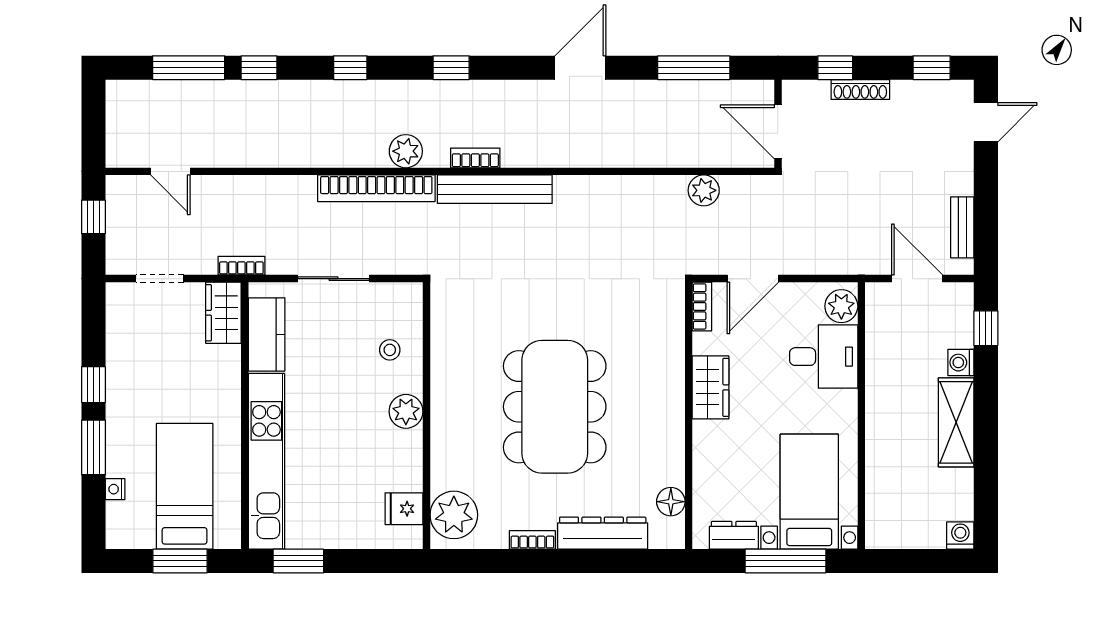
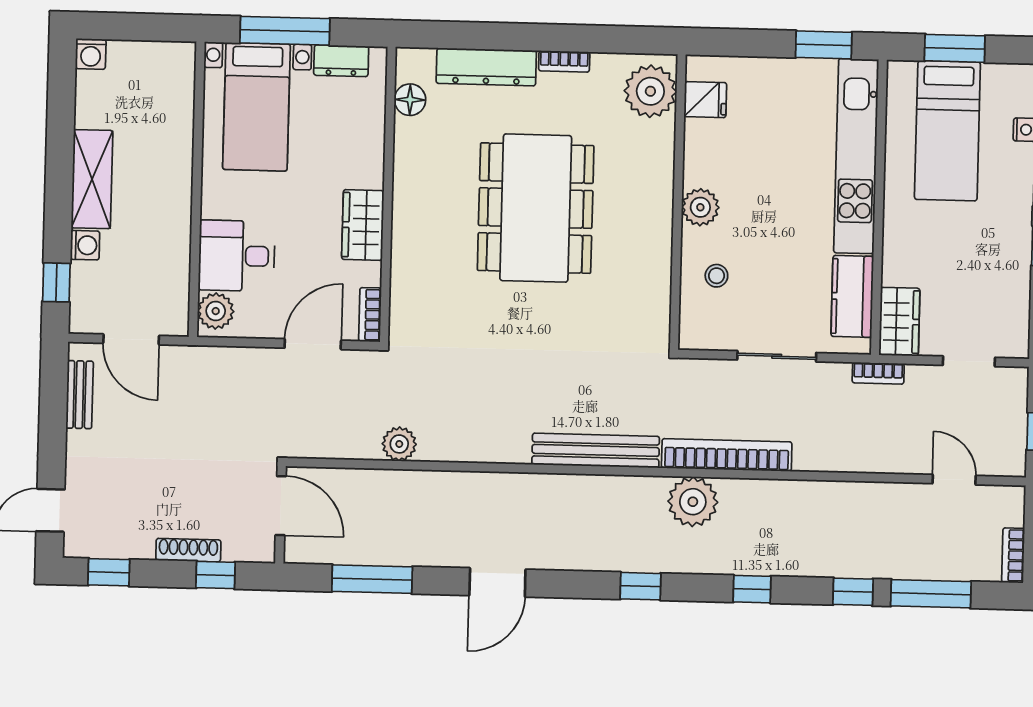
plant: (406, 151) -> (693, 502), width x1.36, depth x1.36
bookcase: (475, 158) -> (1013, 555), moved, turned 90
plant: (704, 190) -> (399, 444), moved

